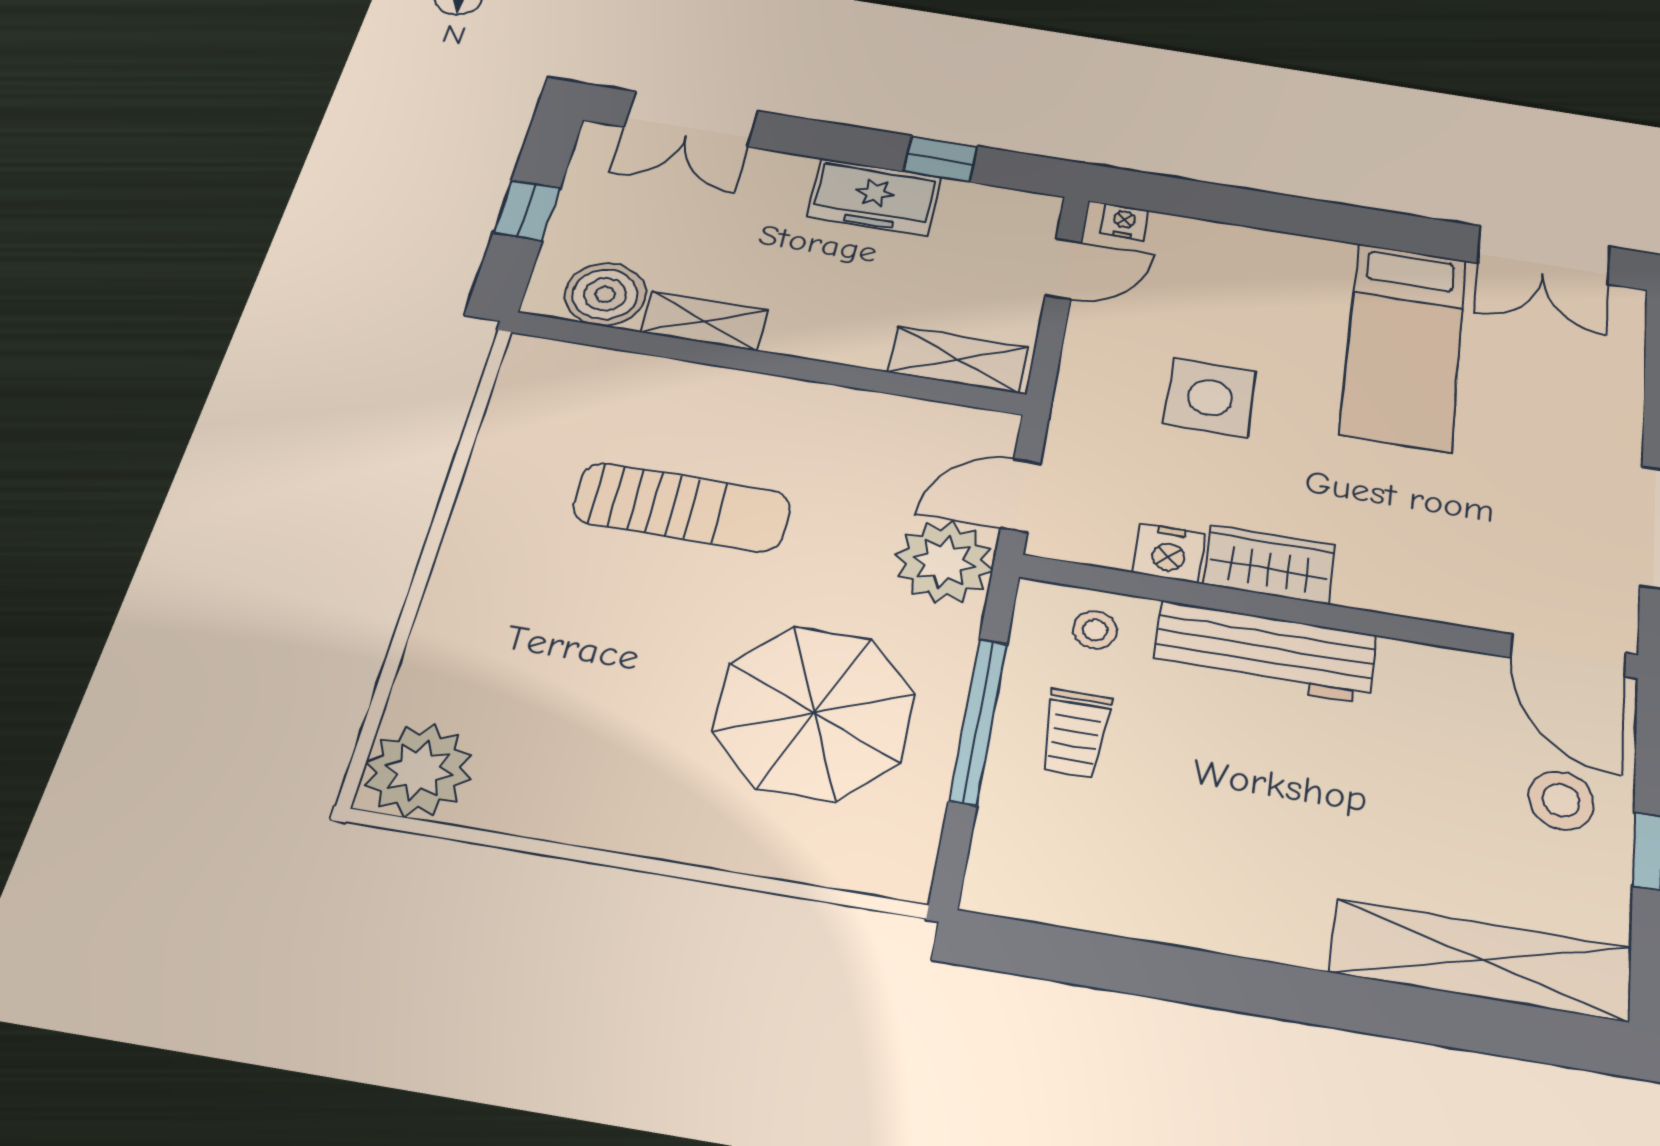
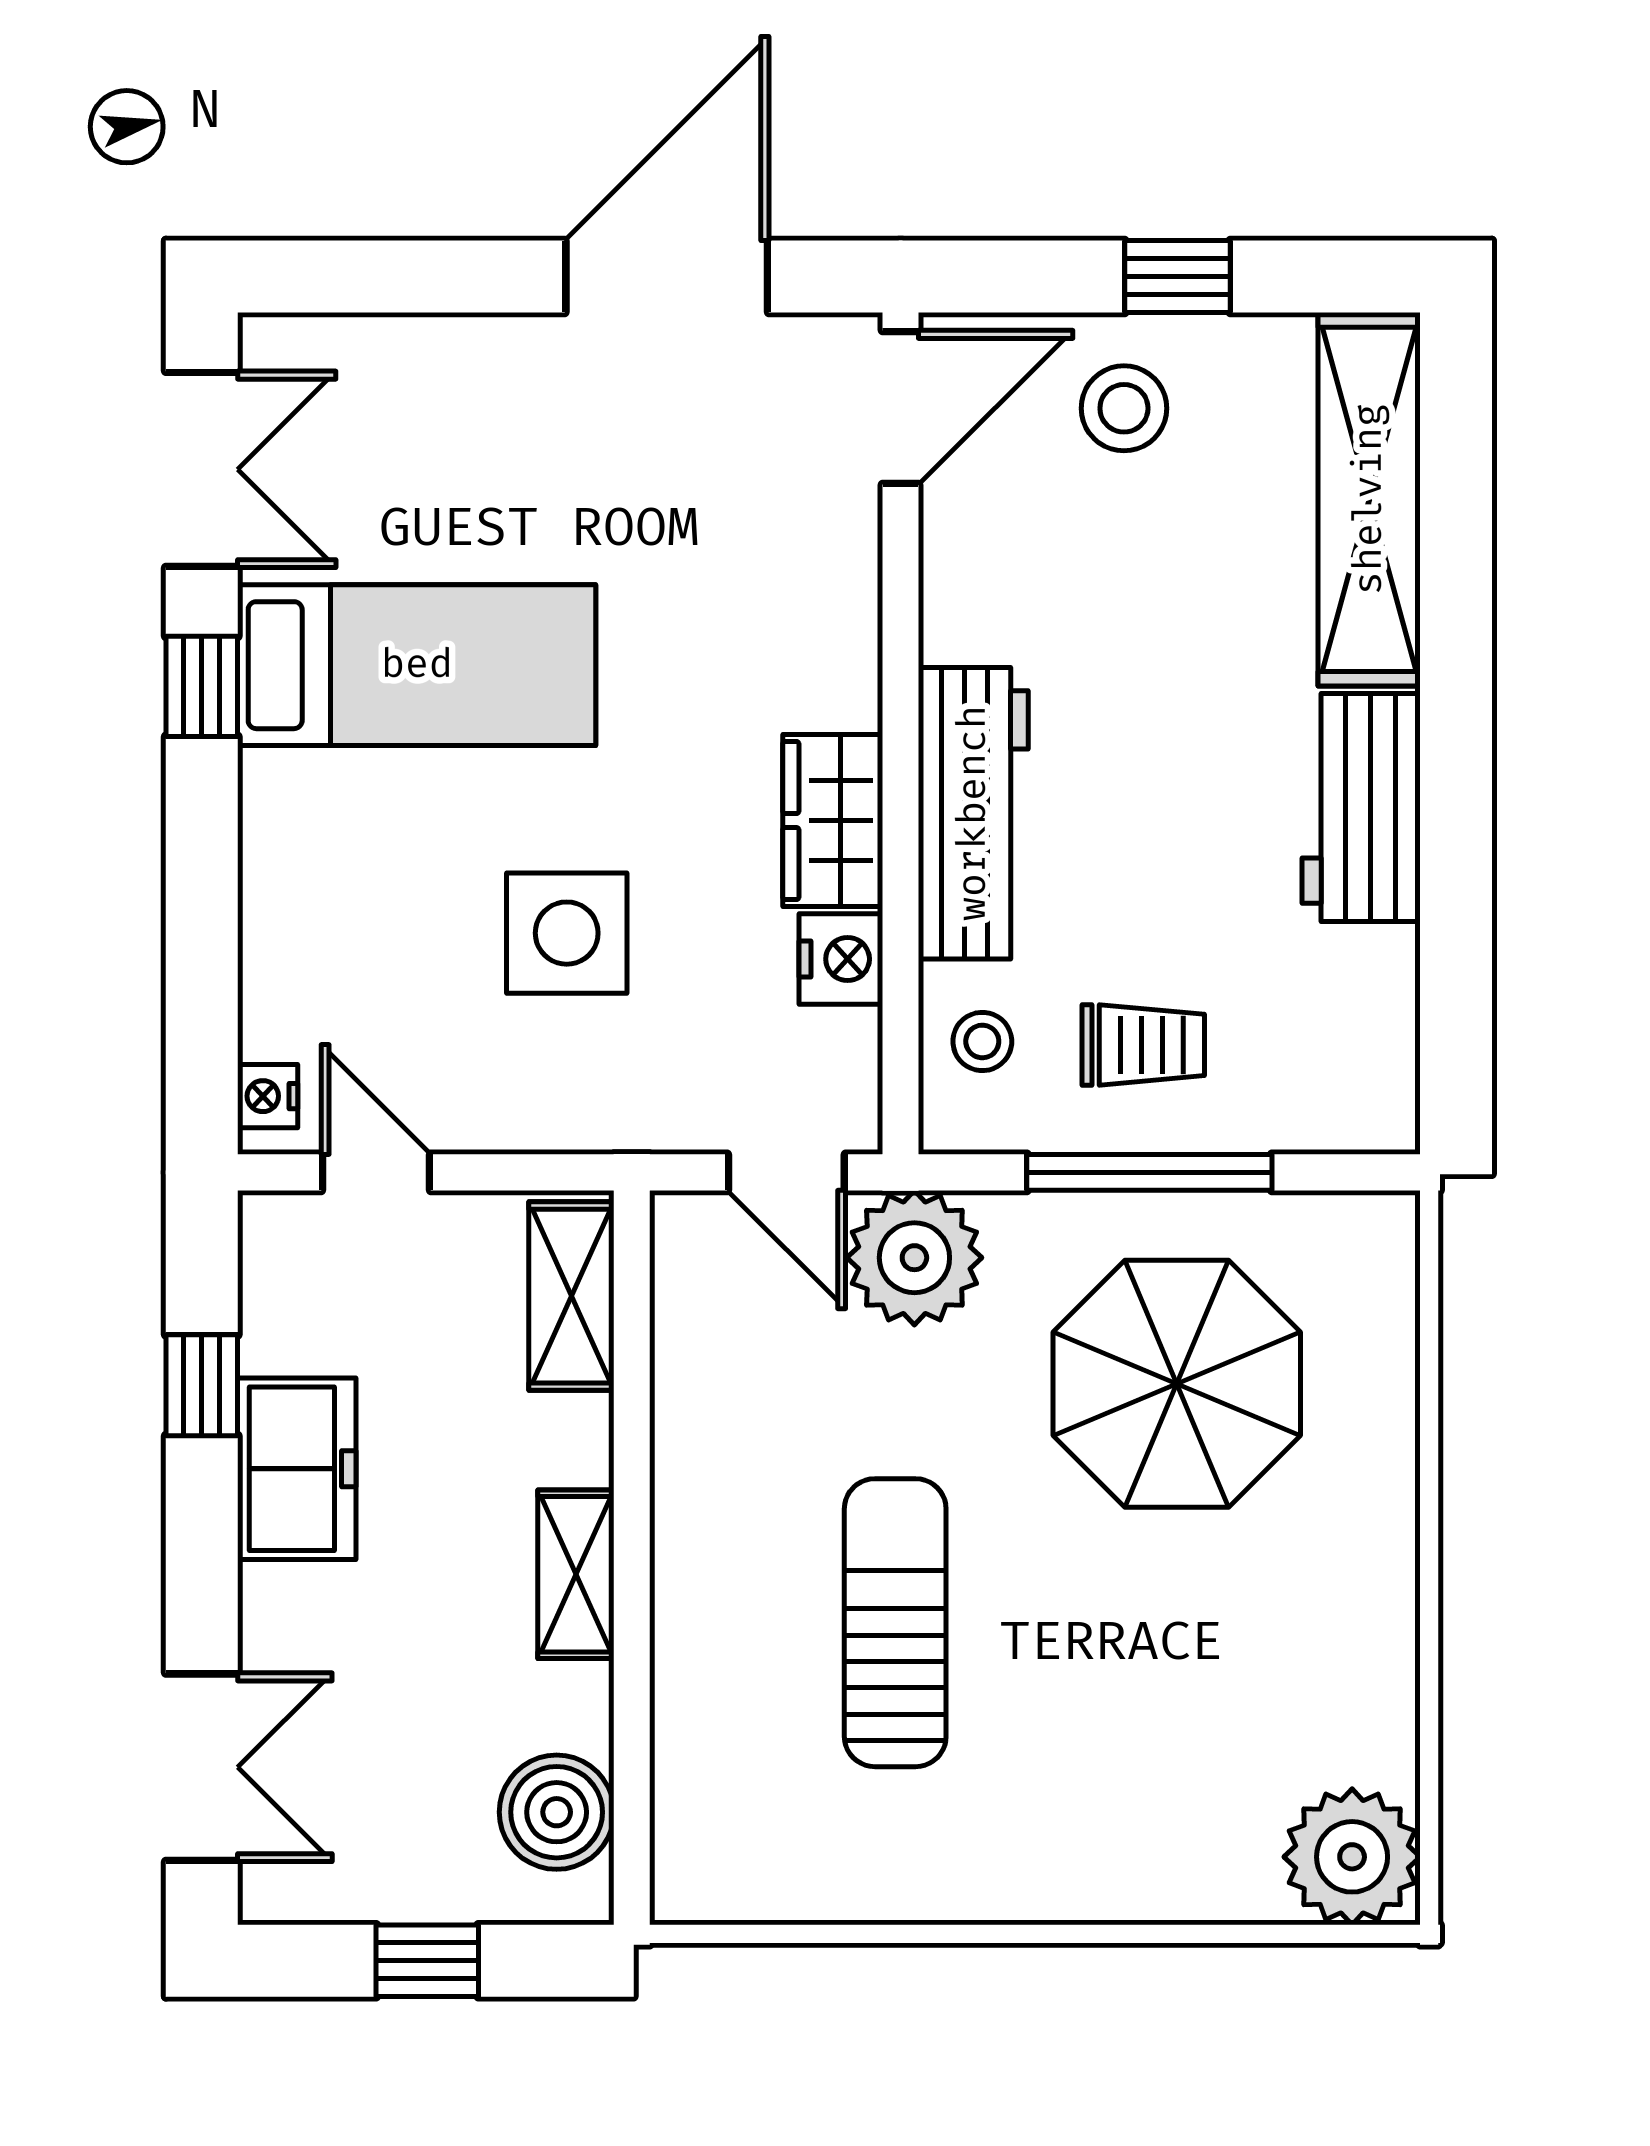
window: (1400, 232) -> (202, 686), added
shelving: (704, 321) -> (576, 1574), moved
workbench: (1238, 914) -> (1361, 808), added

